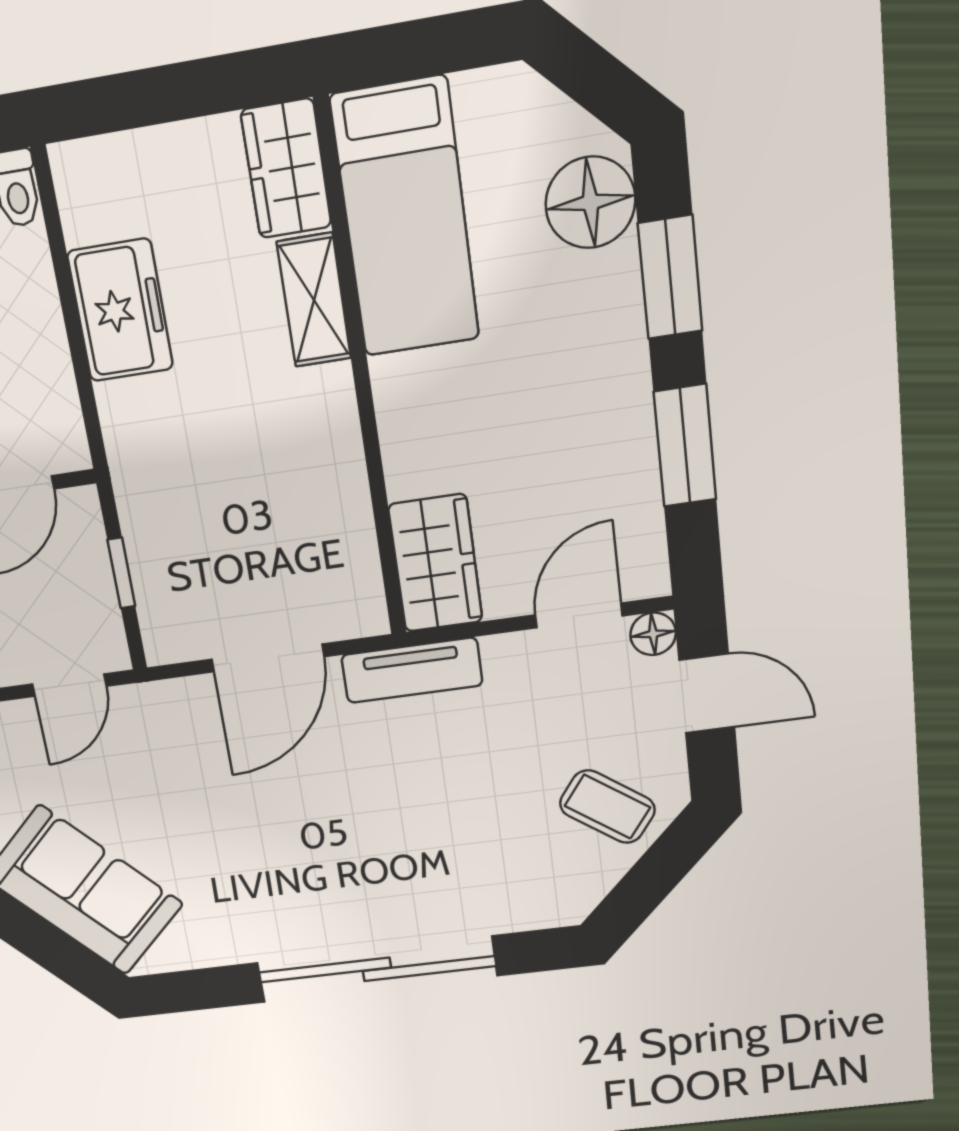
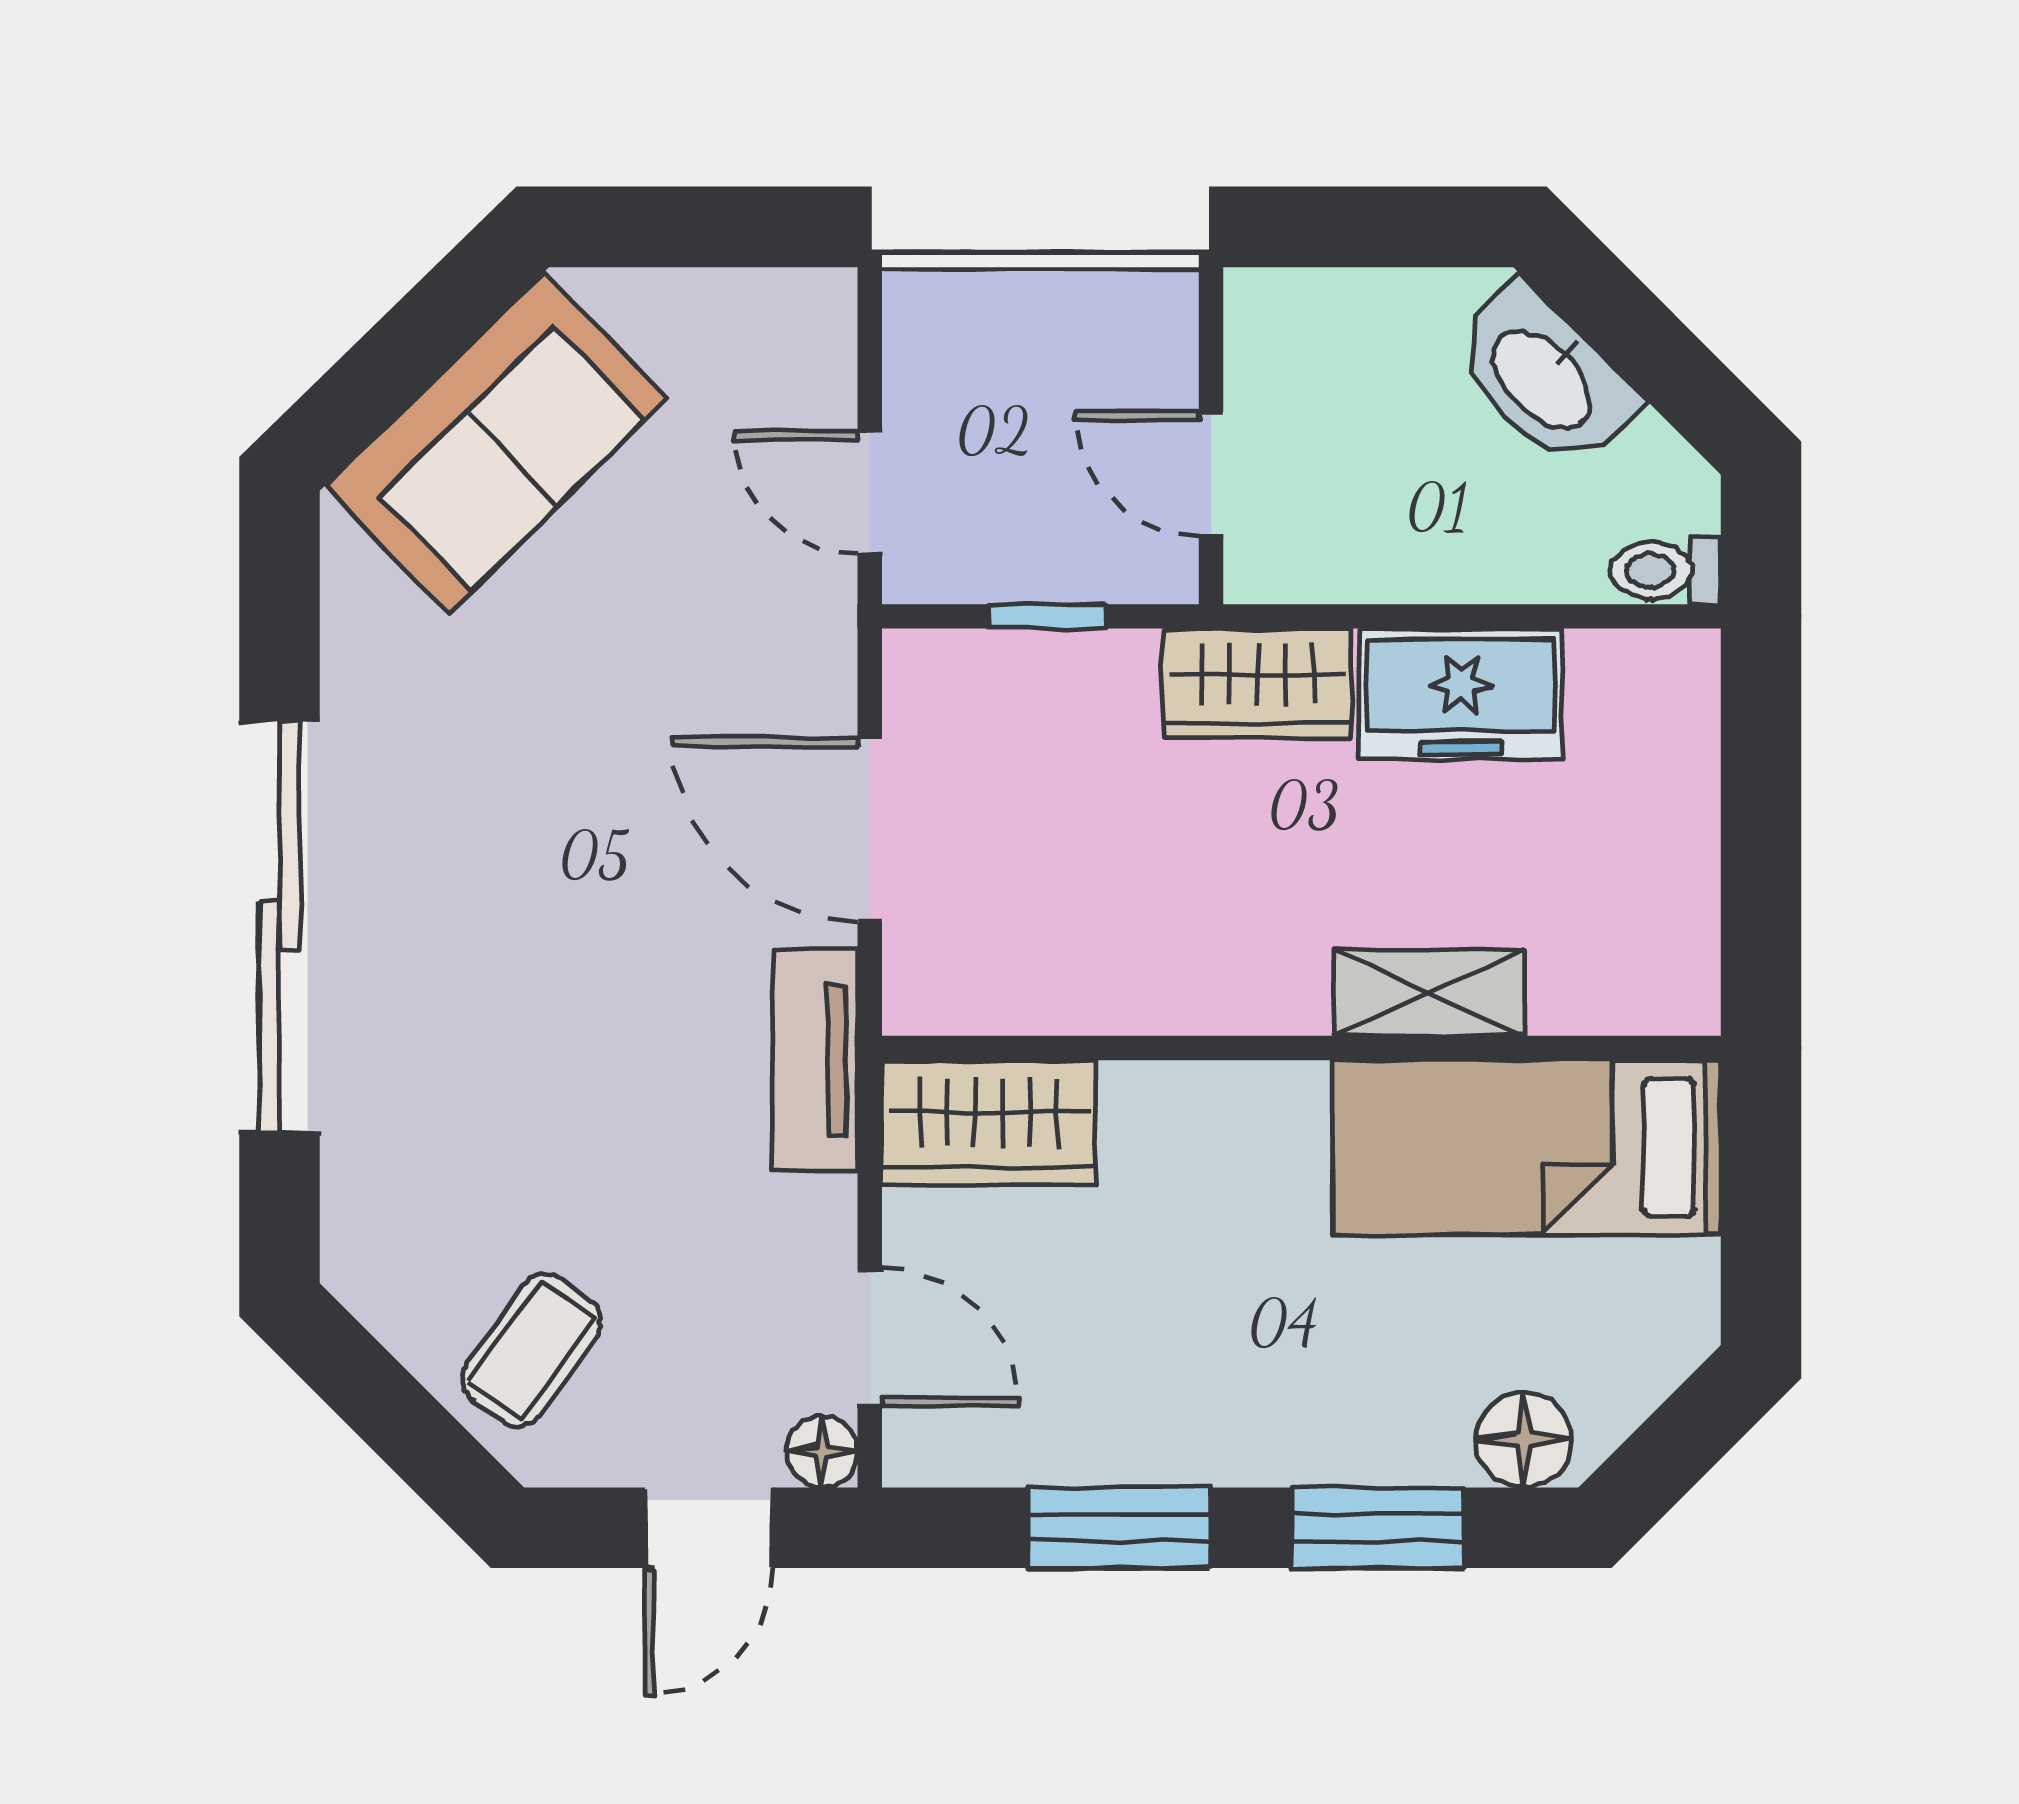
wardrobe: (286, 169) -> (1258, 683), moved, turned 180
floor lamp: (590, 202) -> (1524, 1440), width x0.73, depth x0.73

